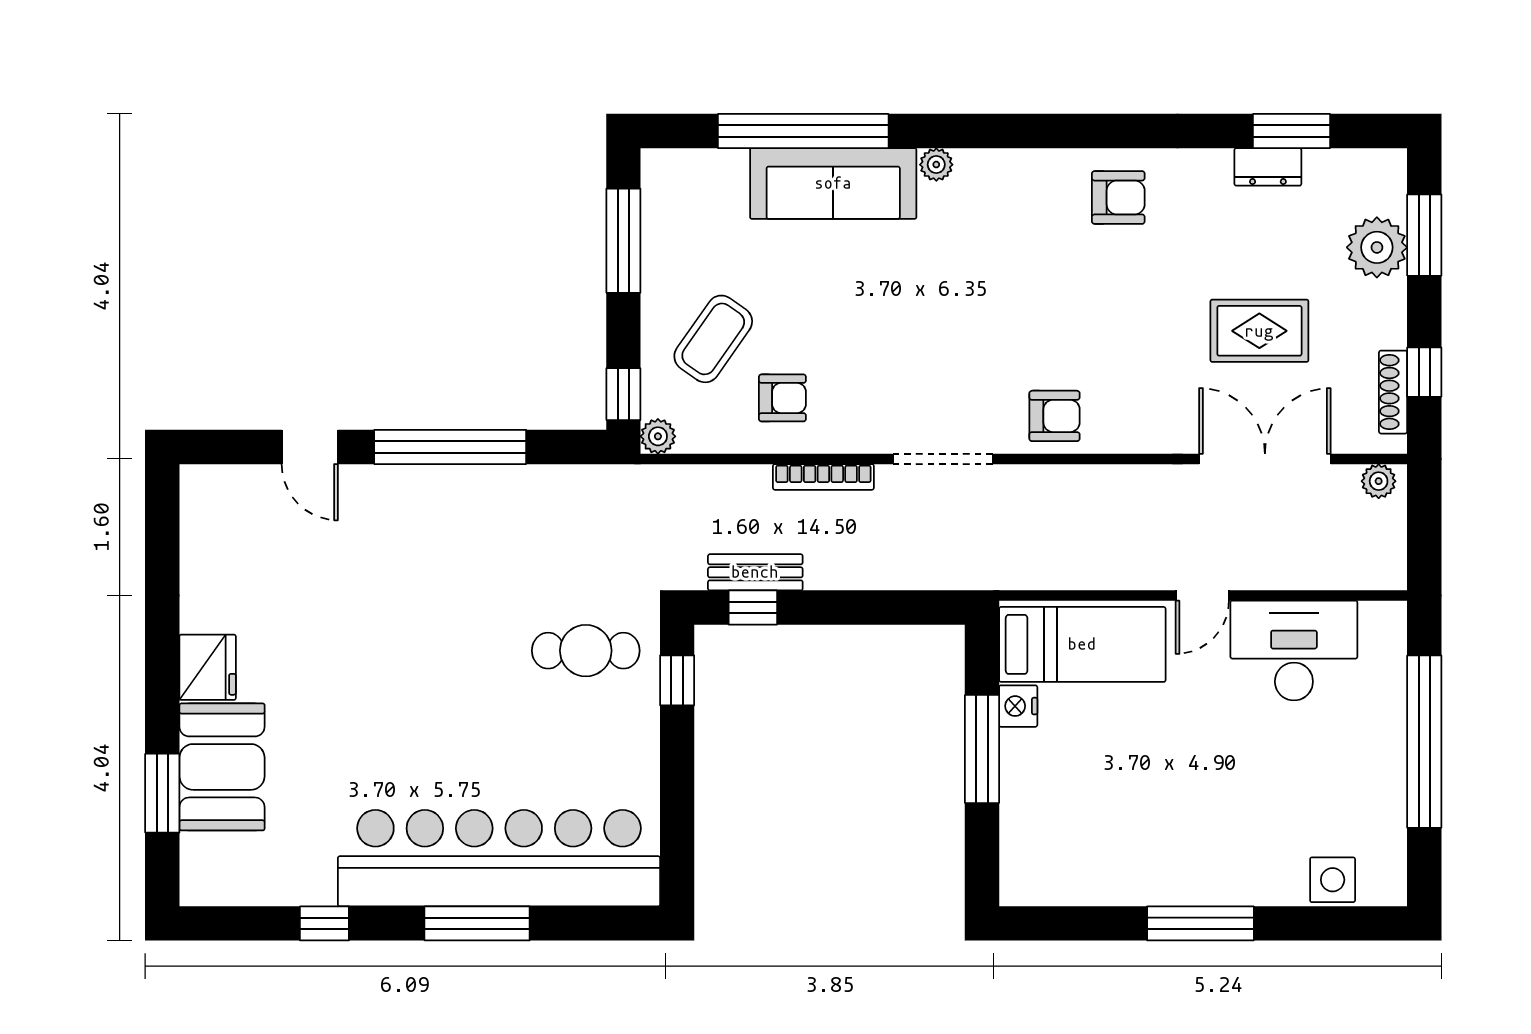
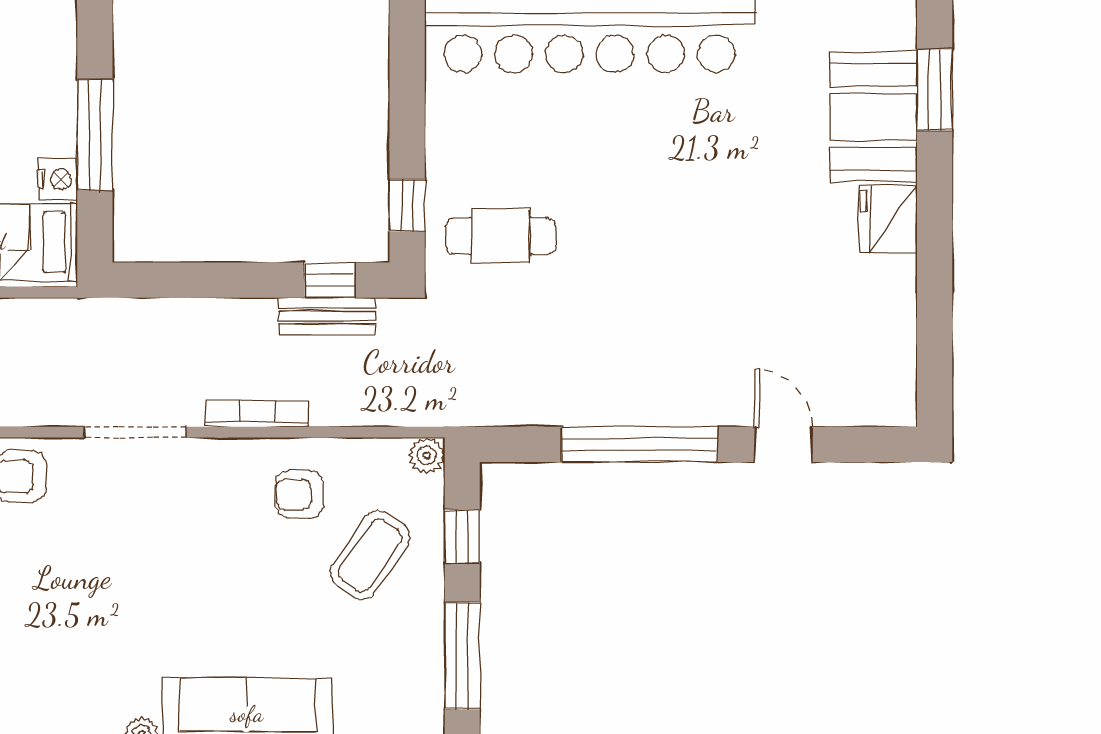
window: (623, 394) -> (462, 536), moved

